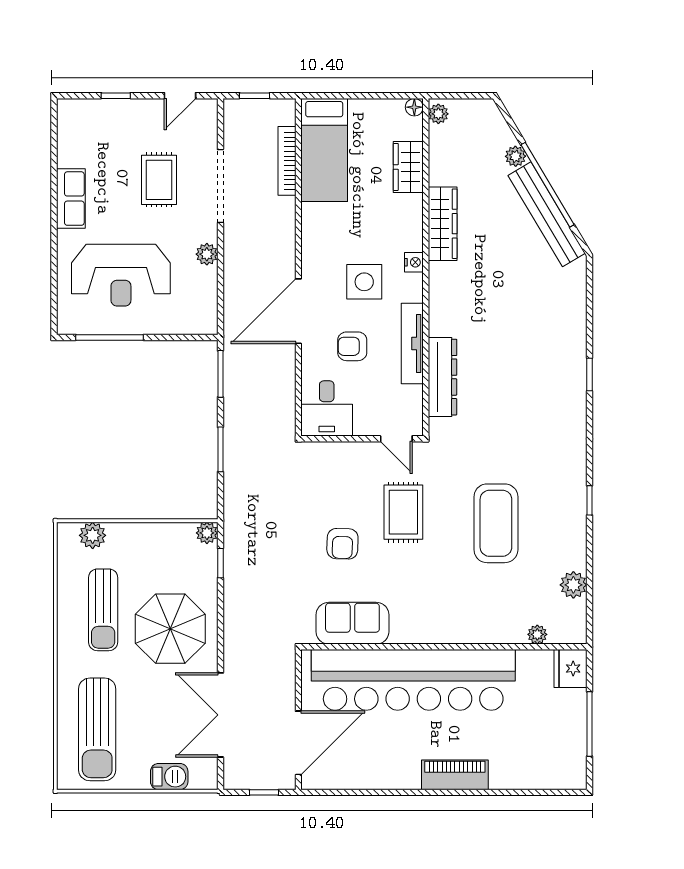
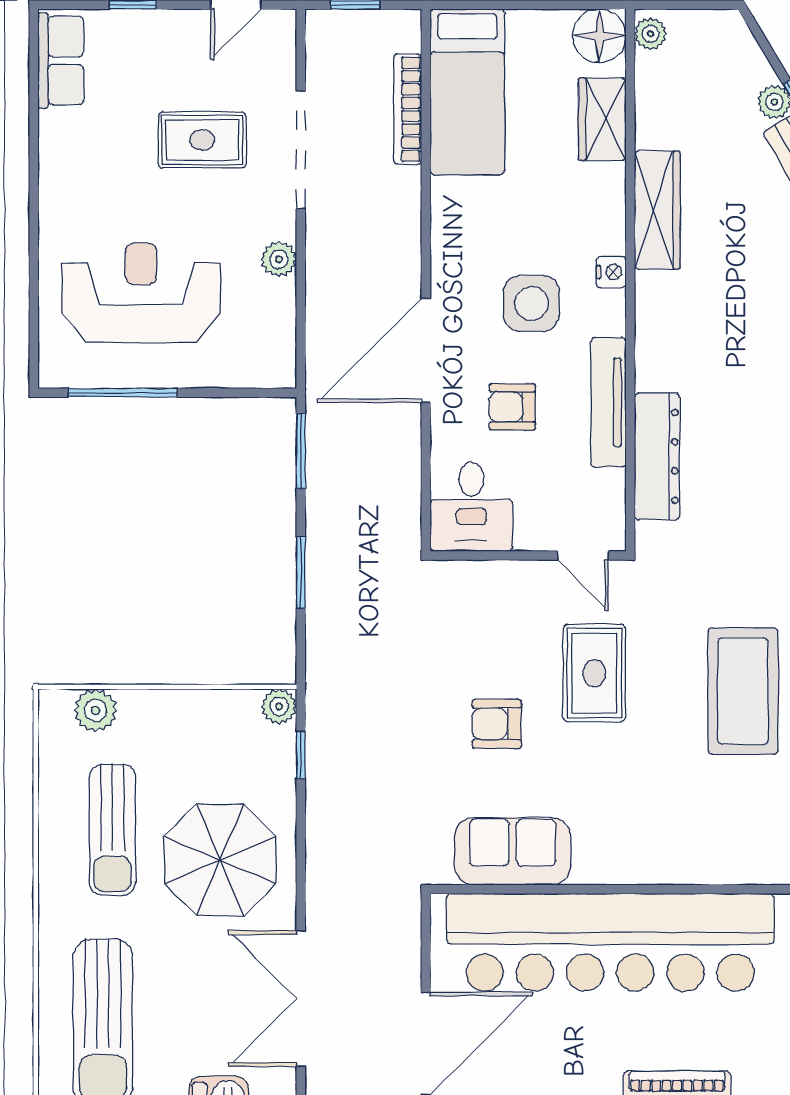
floor lamp: (414, 107) -> (599, 36), width x1.89, depth x1.89
rug: (159, 180) -> (202, 140), turned 90
row of seats: (71, 199) -> (61, 60), moved
reception desk: (121, 275) -> (141, 293), turned 180
armchair: (342, 544) -> (497, 724), turned 88

